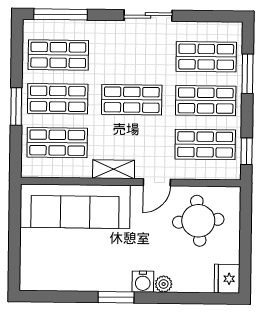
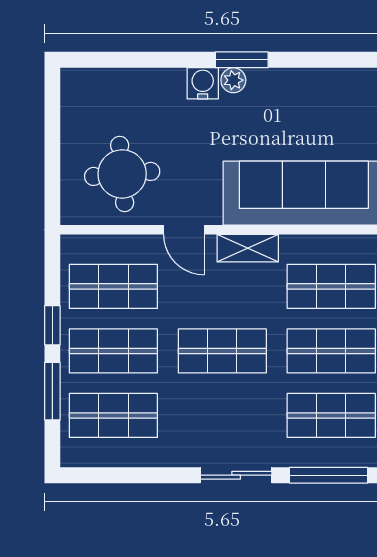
sliding door: (148, 15) -> (236, 475), moved
window: (247, 151) -> (52, 325), moved
door: (157, 182) -> (184, 230), swing flipped
fridge: (227, 279) -> (79, 89), removed
plant: (164, 284) -> (233, 80), moved

